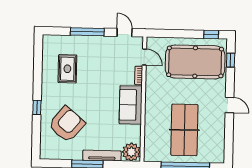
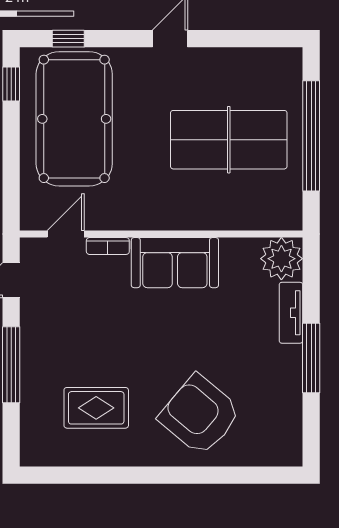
window: (37, 108) -> (186, 475), removed
armchair: (67, 124) -> (200, 415), moved
tv unit: (102, 156) -> (291, 313), width x0.71

